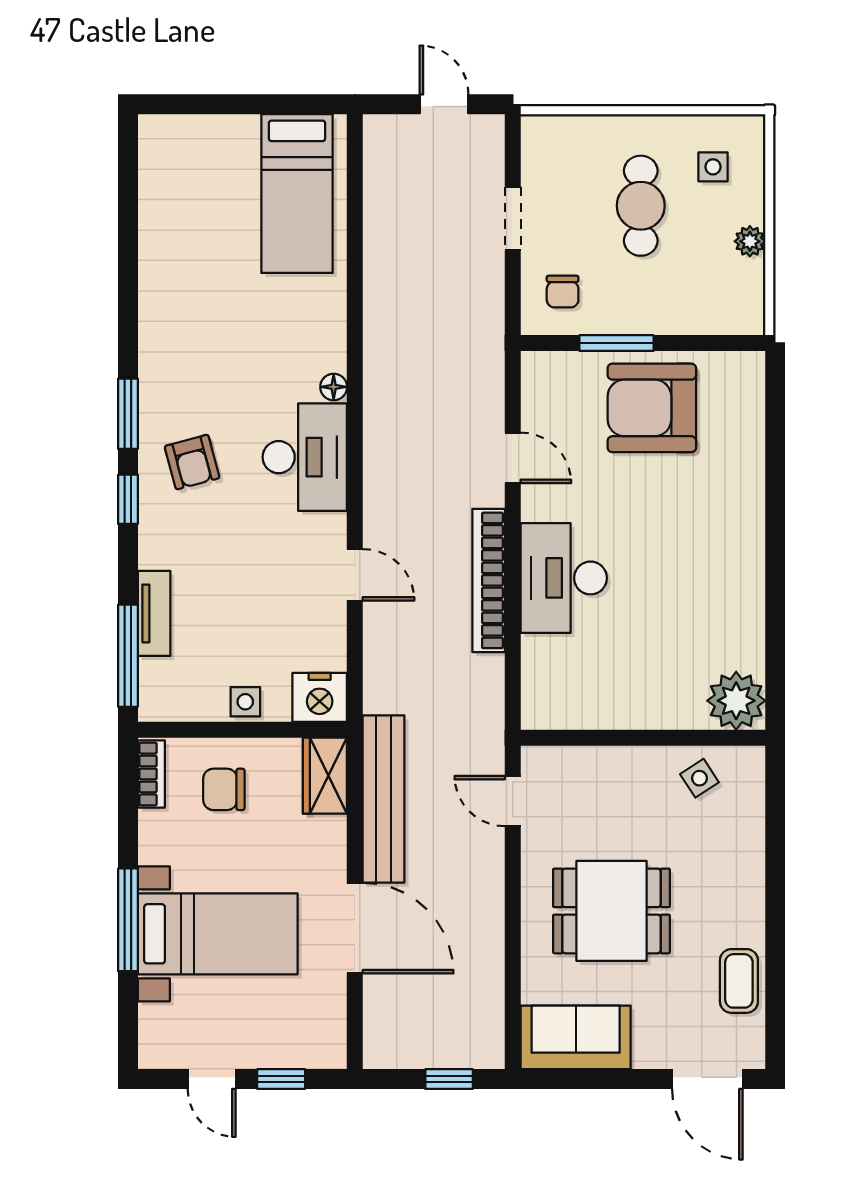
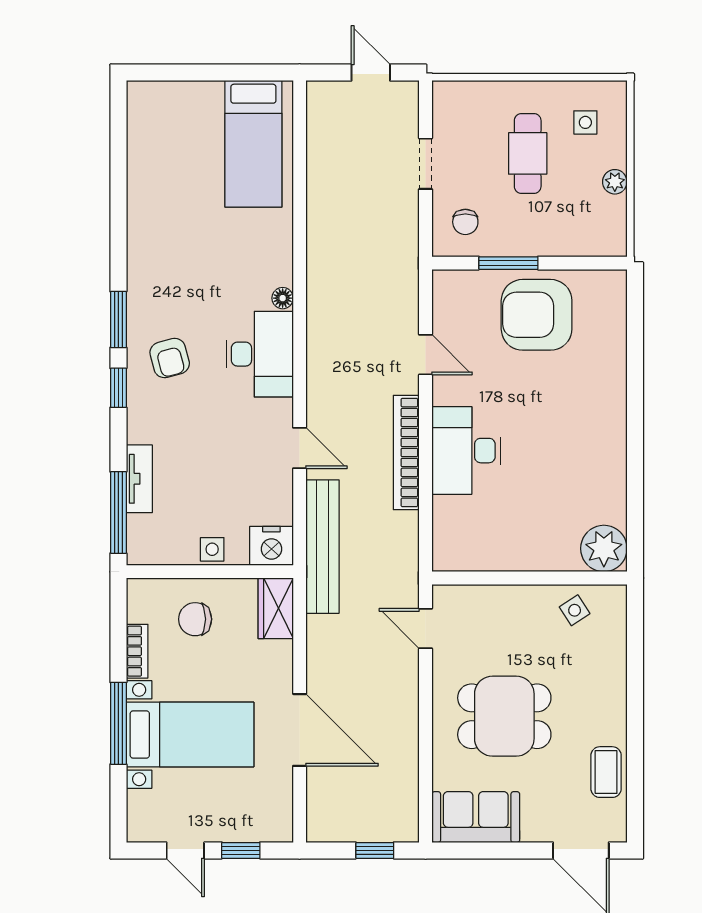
bookcase: (151, 774) -> (137, 651), moved
bench: (384, 799) -> (322, 547), moved

